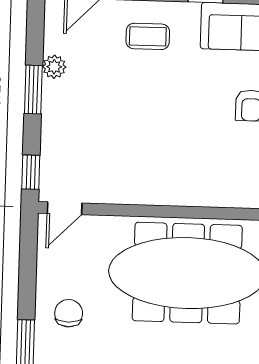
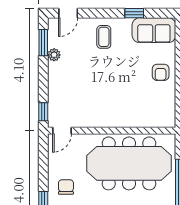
coffee table: (148, 36) -> (104, 37), turned 90
window: (33, 90) -> (43, 43), moved

